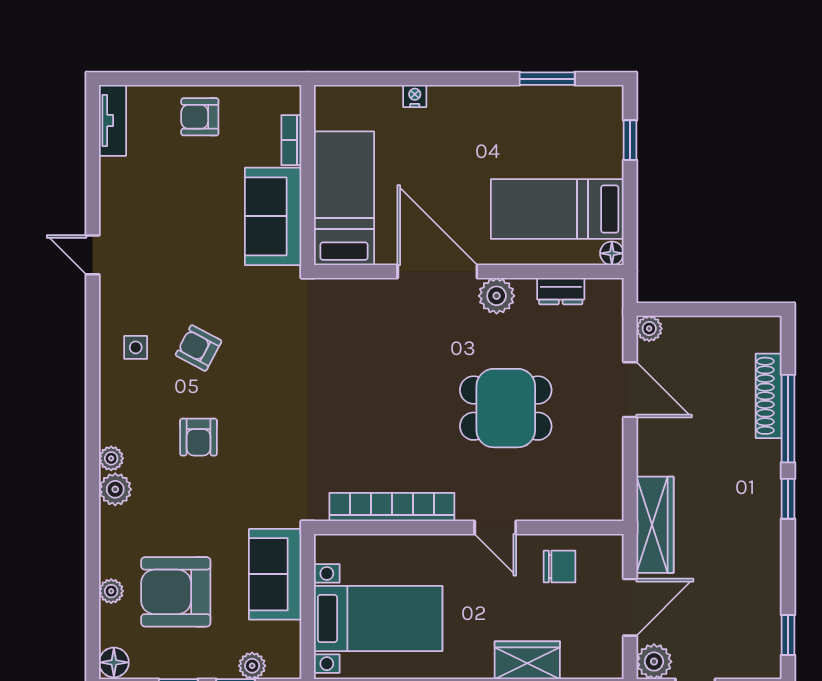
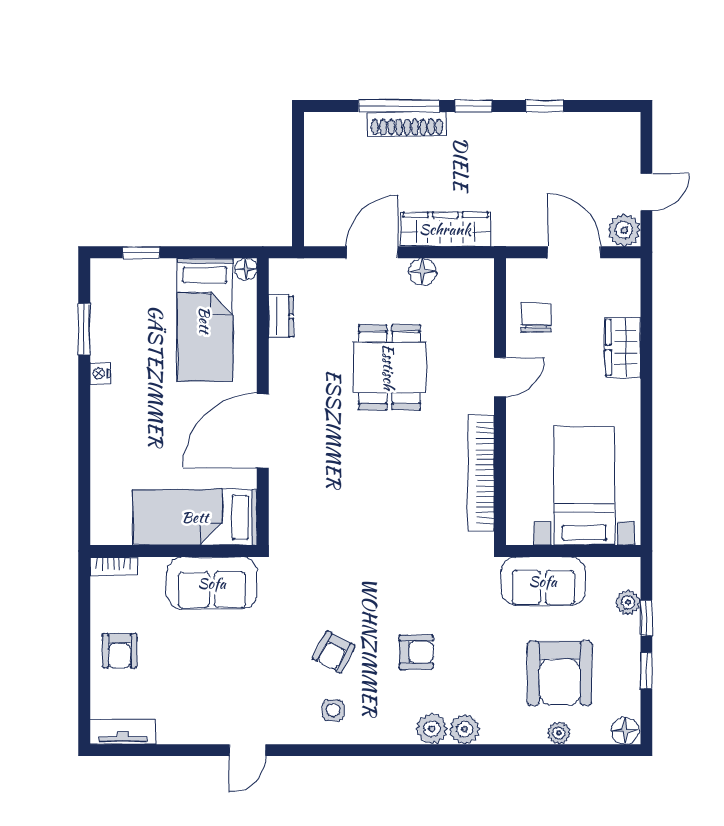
nightstand: (415, 96) -> (100, 373), moved
bookcase: (291, 140) -> (113, 566), moved
plant: (497, 296) -> (285, 376), removed
plant: (649, 329) -> (316, 235), removed
shoe rack: (769, 396) -> (407, 124), moved
floor lamp: (609, 444) -> (423, 272), added
plant: (111, 458) -> (432, 729), width x1.38, depth x1.38
wardrobe: (655, 525) -> (445, 229), moved
window: (788, 635) -> (545, 106), moved

